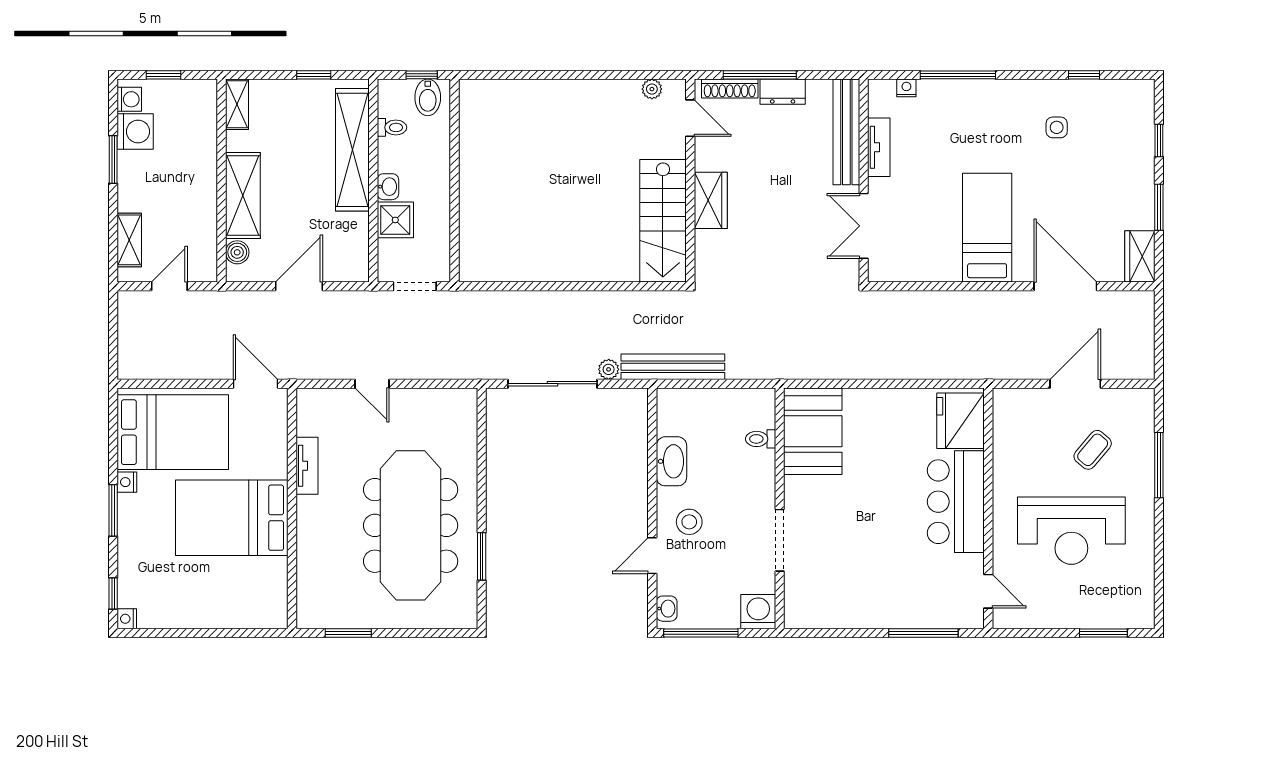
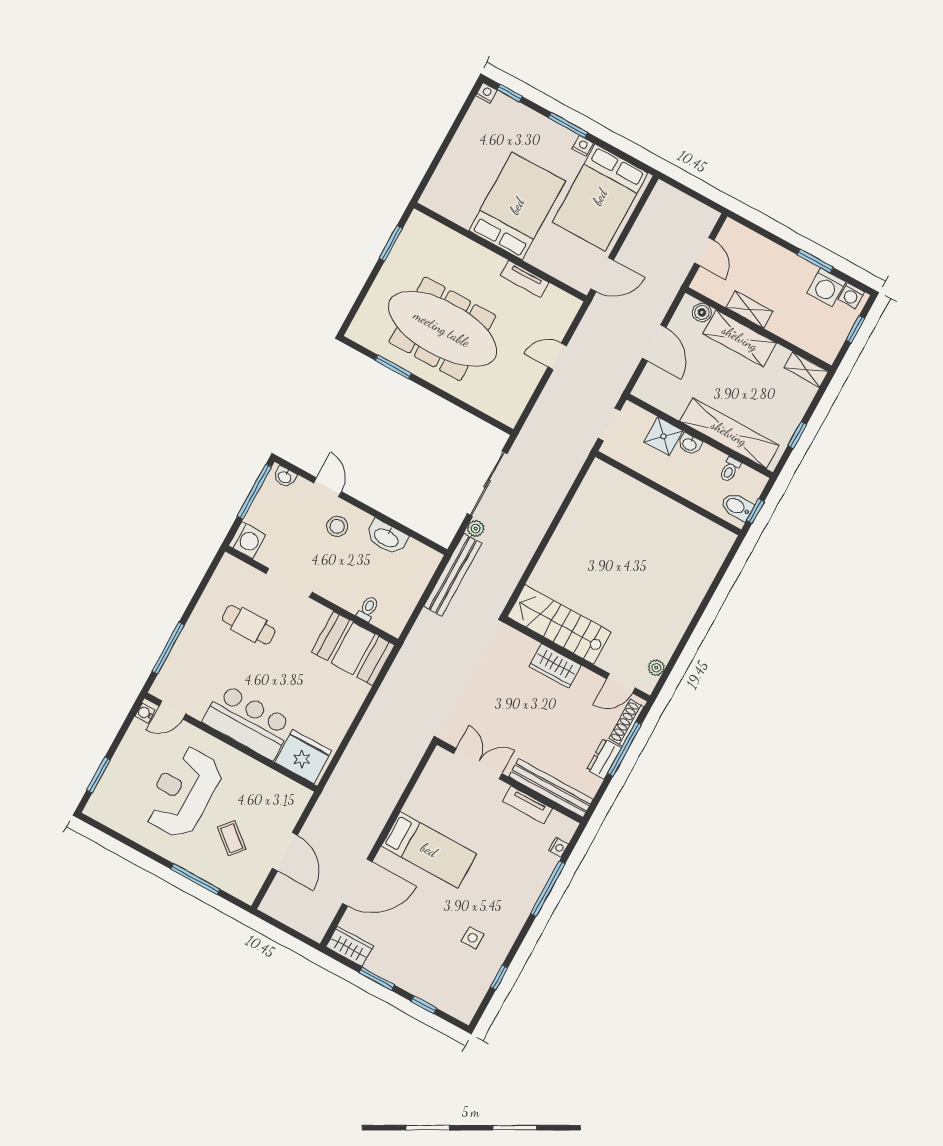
shelving: (129, 240) -> (749, 309), moved
cafe table: (850, 559) -> (249, 625), added
water cooler: (1008, 619) -> (145, 713), added

